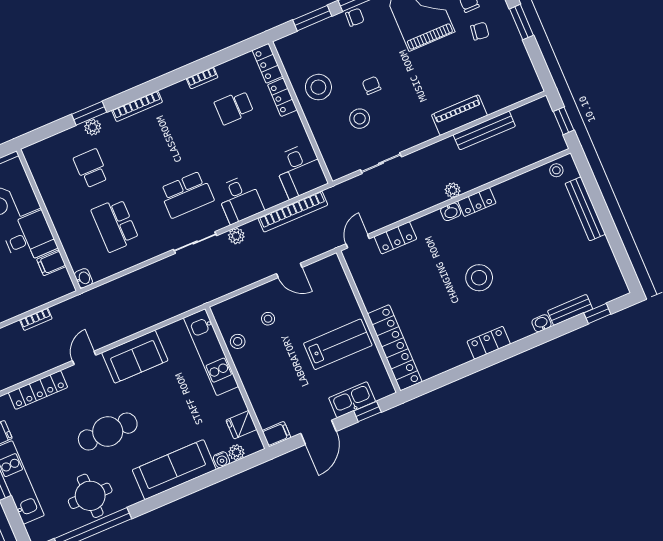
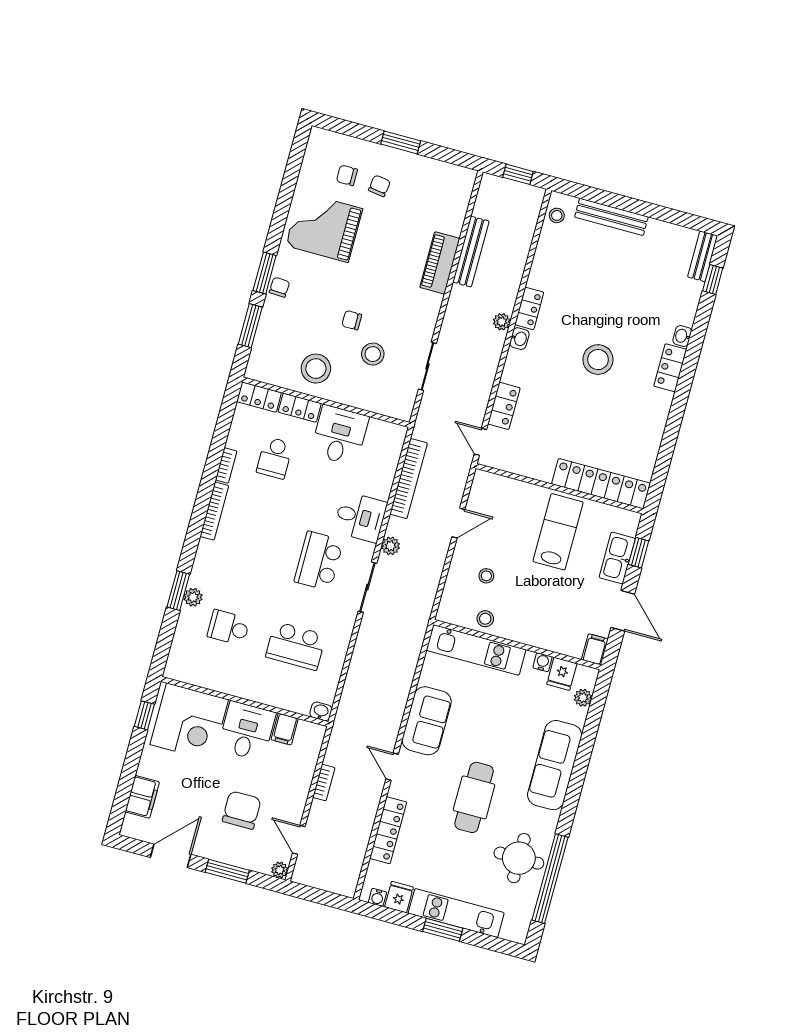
bookcase: (137, 106) -> (214, 511), moved
desk: (300, 171) -> (340, 435), moved, turned -90
school desk: (187, 194) -> (319, 561), turned 180
bench: (570, 310) -> (703, 256), moved
locker: (489, 343) -> (670, 368), moved
water cooler: (222, 460) -> (543, 662), moved, turned -90

